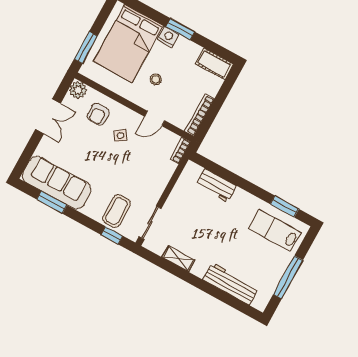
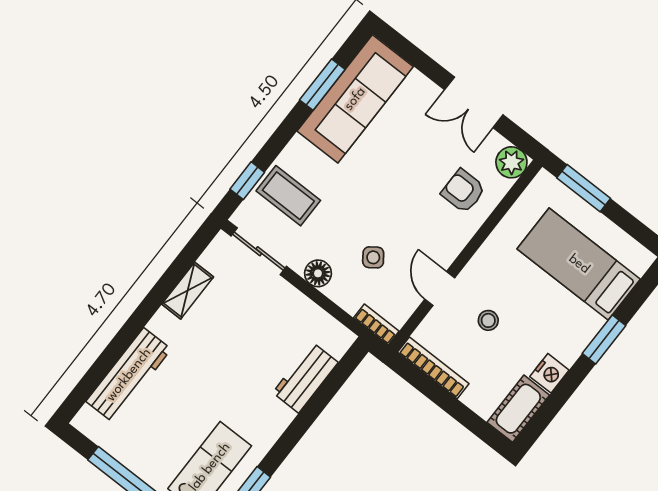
window: (180, 29) -> (604, 340), moved
nightstand: (168, 37) -> (549, 373), moved
bed: (128, 43) -> (579, 264), width x0.67
stool: (156, 79) -> (488, 320), moved
side table: (121, 135) -> (373, 257), moved
floor lamp: (157, 188) -> (318, 273), added

